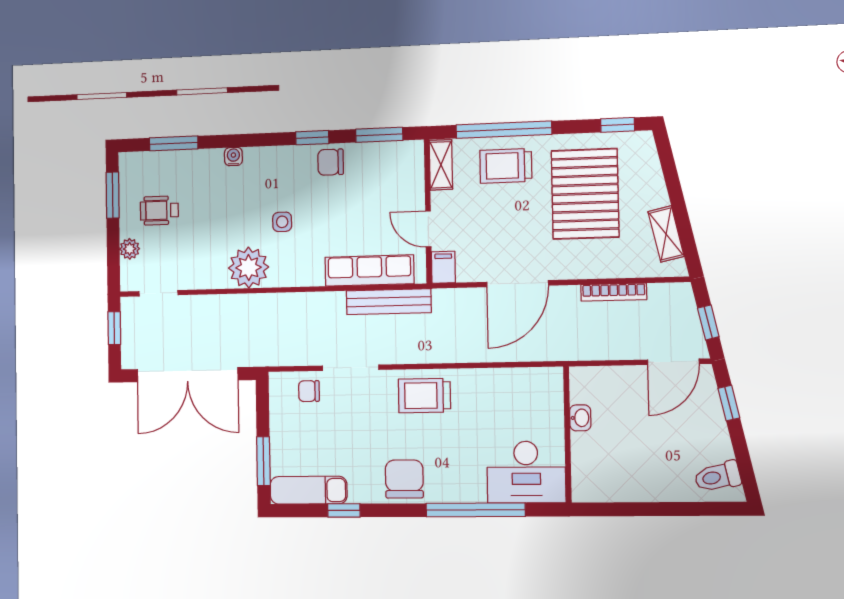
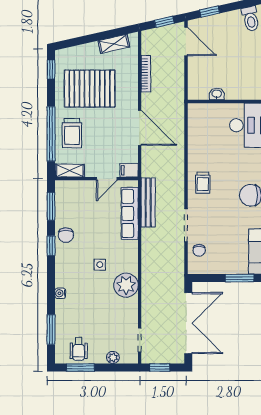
wheelchair: (159, 210) -> (79, 349), moved
trolley: (424, 396) -> (203, 183), width x0.73, depth x0.72

